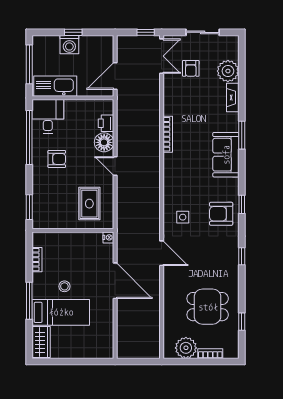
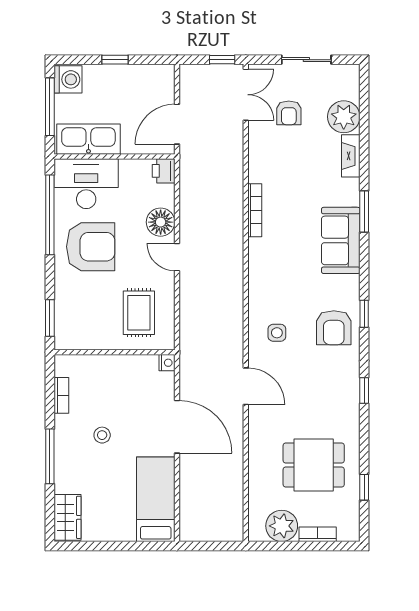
washing machine: (69, 45) -> (68, 79), moved, turned -90
desk: (48, 116) -> (86, 184), width x1.37
printer: (106, 123) -> (164, 171), moved
armchair: (57, 159) -> (91, 247), width x1.88, depth x1.88
armchair: (221, 214) -> (334, 328), turned -90
bed: (61, 312) -> (156, 499), moved, turned -90

